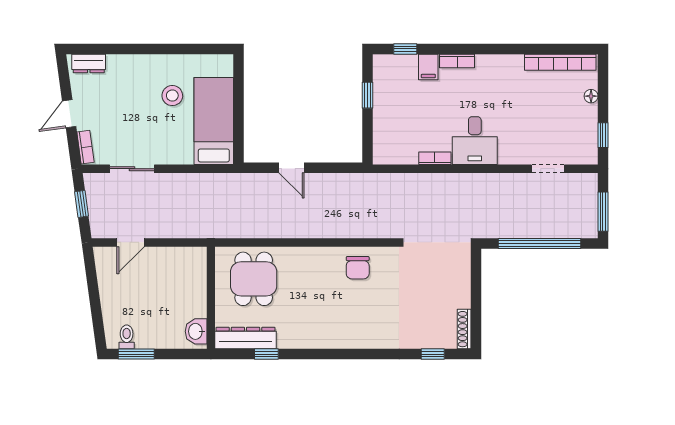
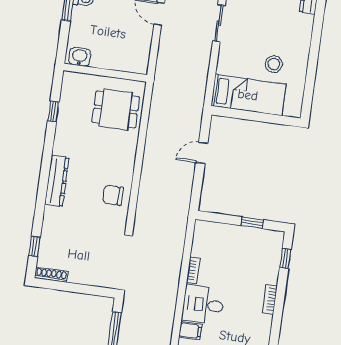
filing cabinet: (428, 67) -> (190, 331), moved, turned 180
dresser: (245, 338) -> (57, 181), moved

